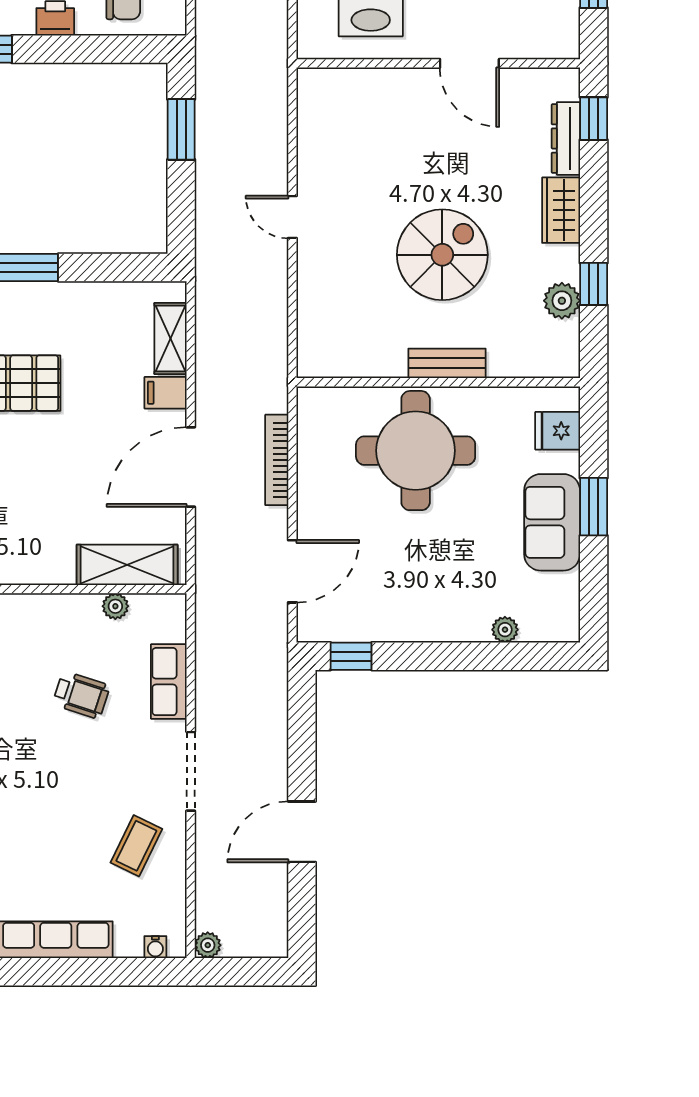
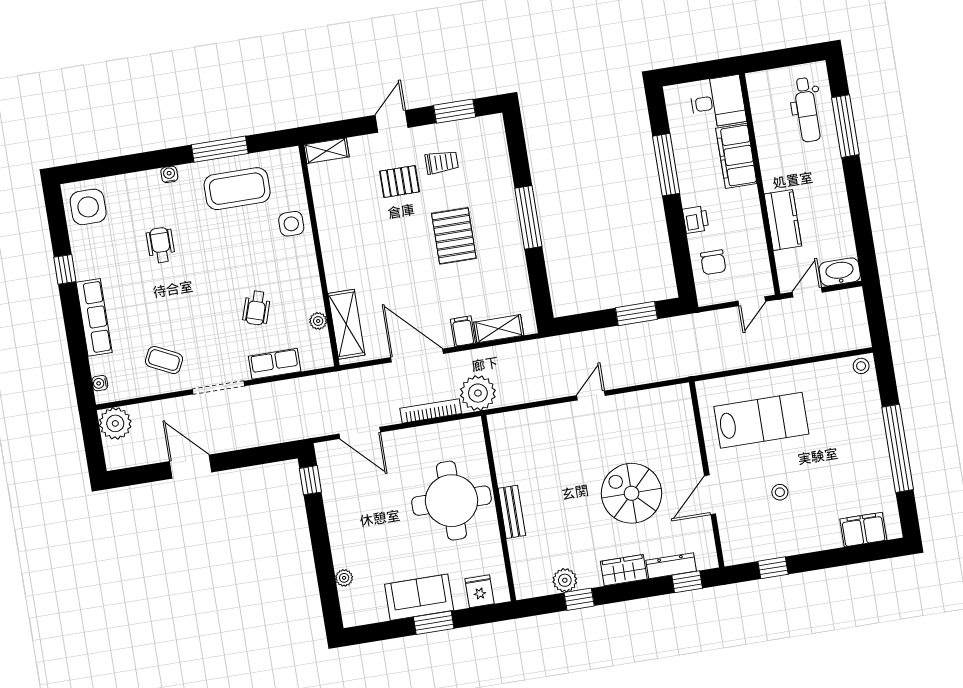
spiral stairs: (442, 255) -> (632, 493), moved, turned 180
plant: (262, 385) -> (478, 393), added
plant: (208, 945) -> (115, 423), width x1.88, depth x1.88

